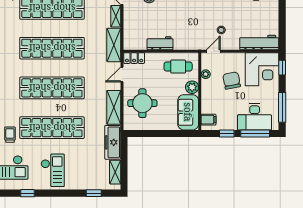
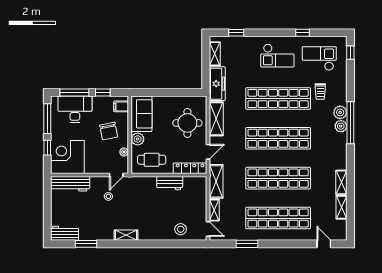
locker: (134, 58) -> (190, 168), width x1.53
window: (282, 68) -> (47, 148), moved
chair: (232, 81) -> (109, 131), moved
checkout: (53, 170) -> (277, 56), turned -90

